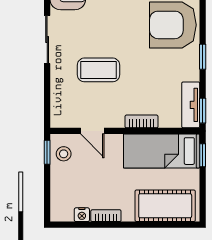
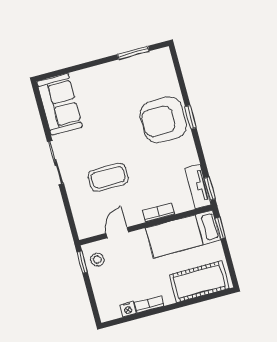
window: (203, 57) -> (191, 117), moved
door: (92, 131) -> (117, 233), swing flipped

